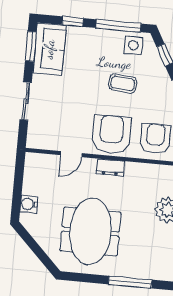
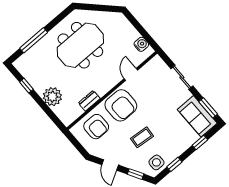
window: (118, 26) -> (174, 164), width x0.46
dresser: (110, 167) -> (89, 101), moved
water cooler: (29, 204) -> (141, 44), moved
meeting table: (91, 231) -> (80, 45), turned 90

